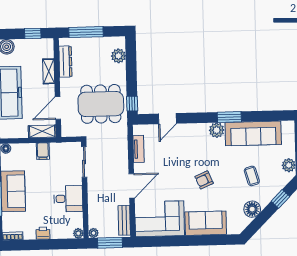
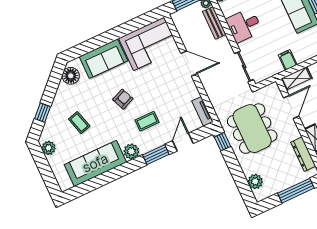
dining table: (101, 104) -> (252, 129), turned 90
window: (229, 117) -> (156, 155), moved
tv unit: (139, 149) -> (202, 111), moved
coffee table: (191, 151) -> (147, 121), added
door: (132, 186) -> (189, 63), swing flipped
floor lamp: (252, 209) -> (71, 76), moved
bench: (124, 220) -> (214, 23), moved

